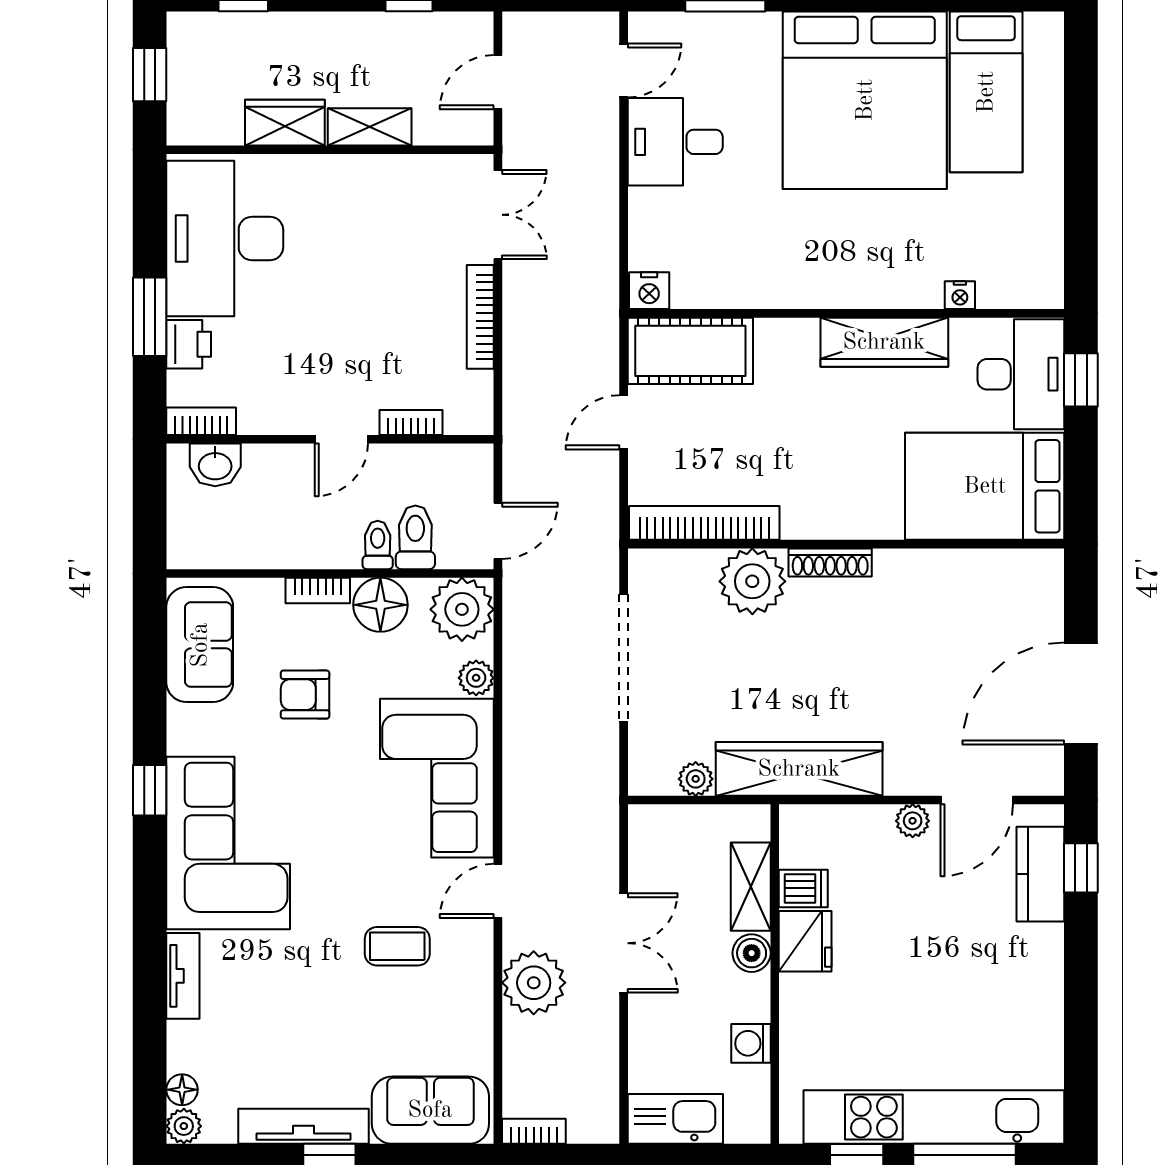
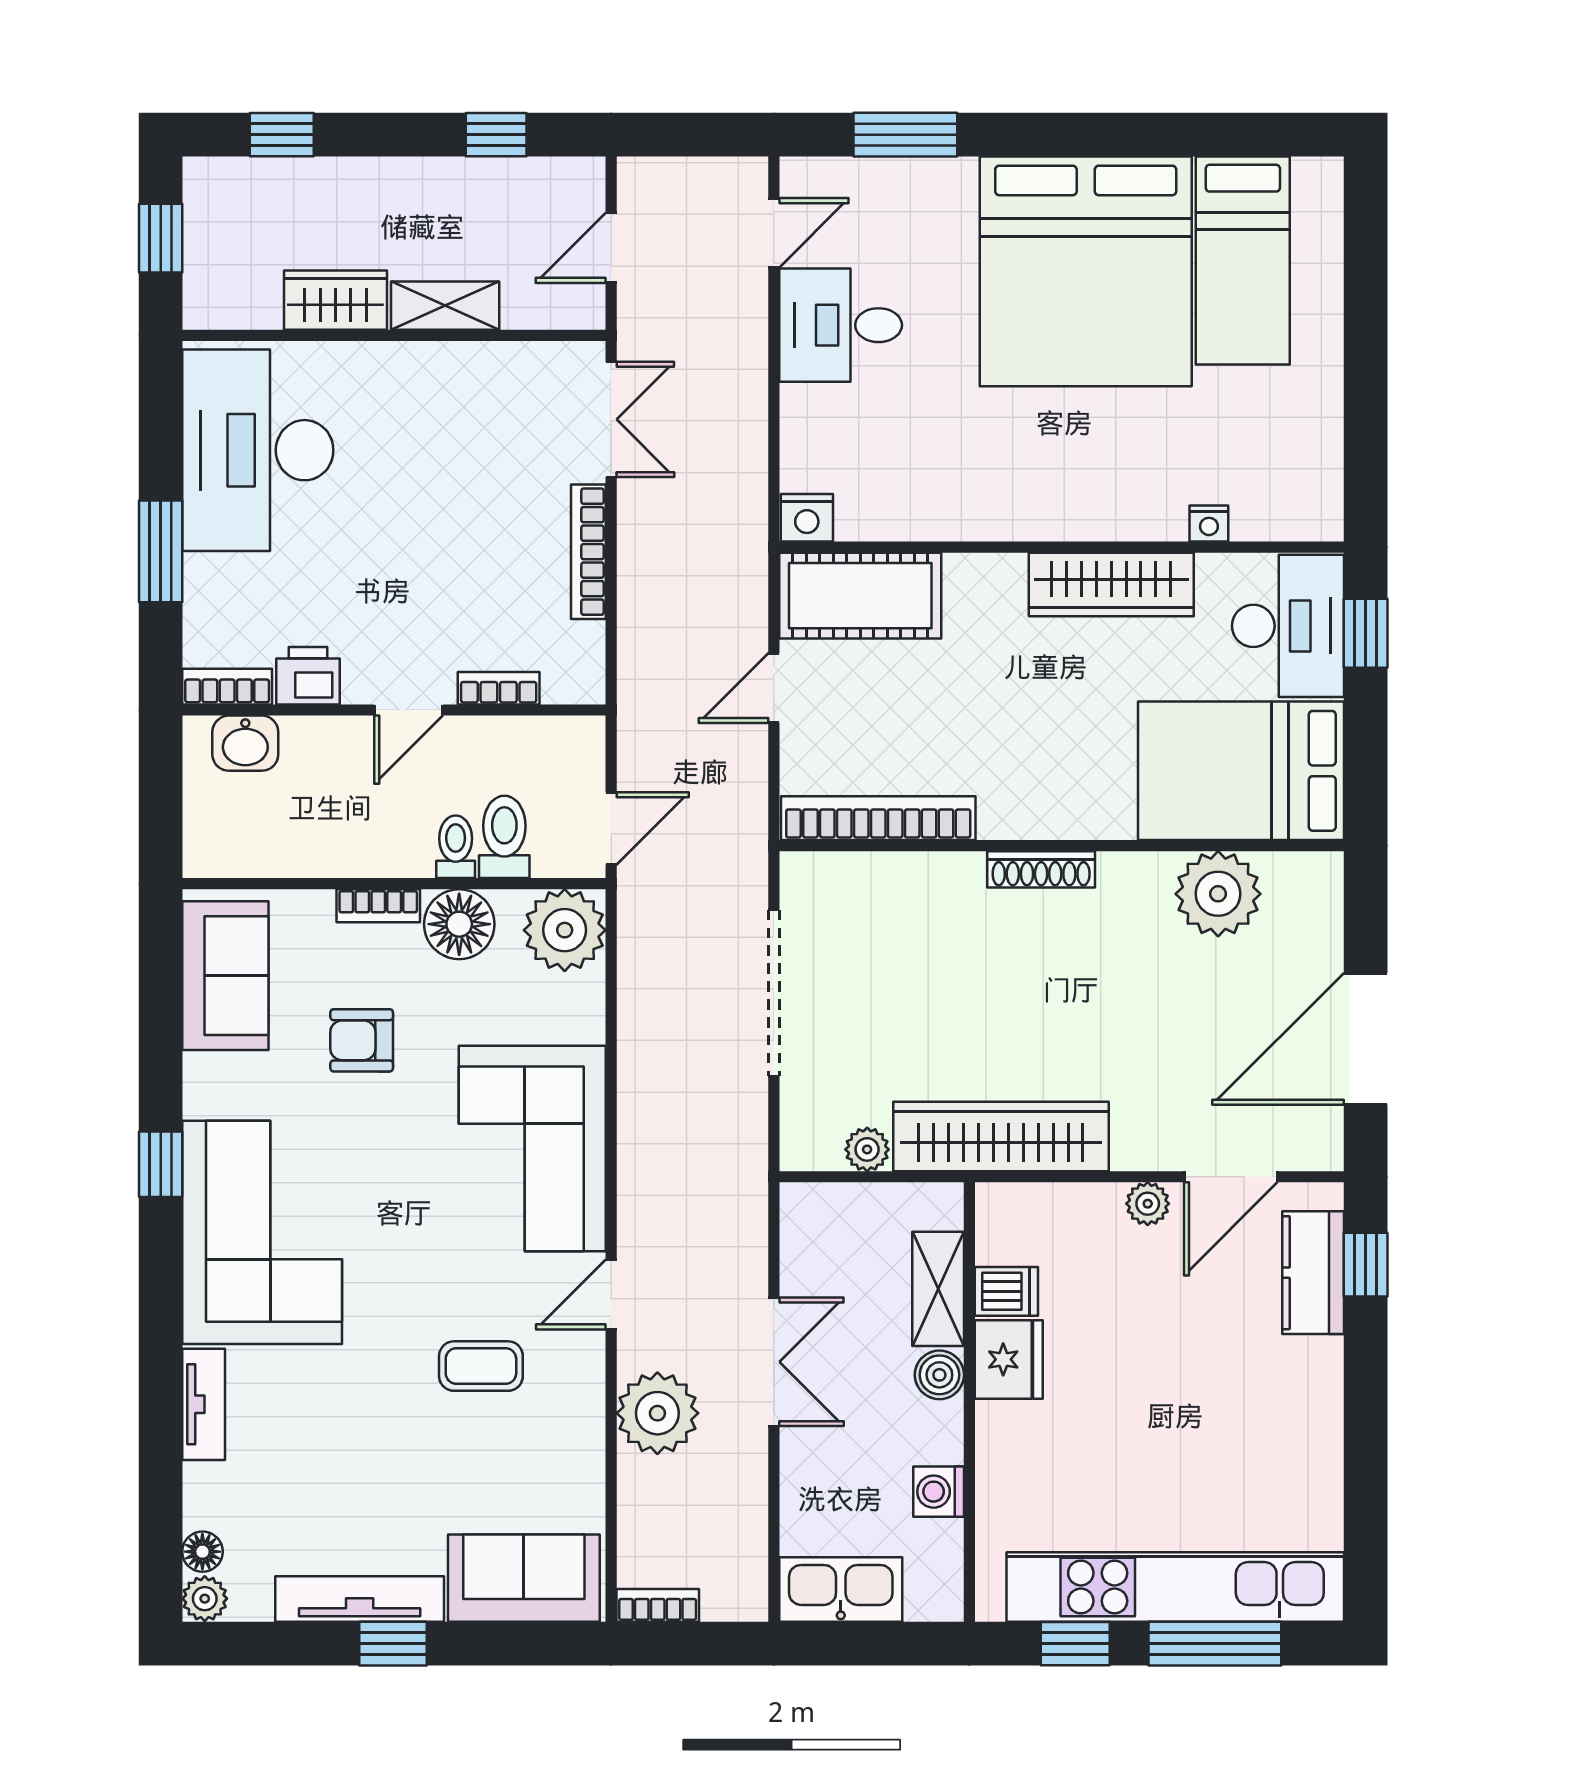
printer: (189, 344) -> (308, 676), moved, turned -90
plant: (752, 581) -> (1218, 894), moved
plant: (476, 678) -> (583, 1019), removed

